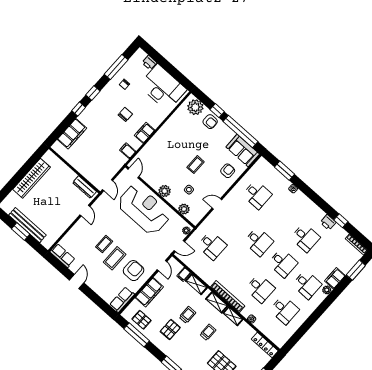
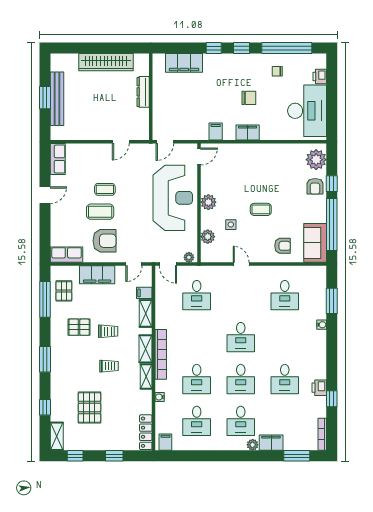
window: (116, 67) -> (287, 48), width x1.46
dresser: (85, 187) -> (143, 92), moved
filing cabinet: (281, 339) -> (165, 442), added

